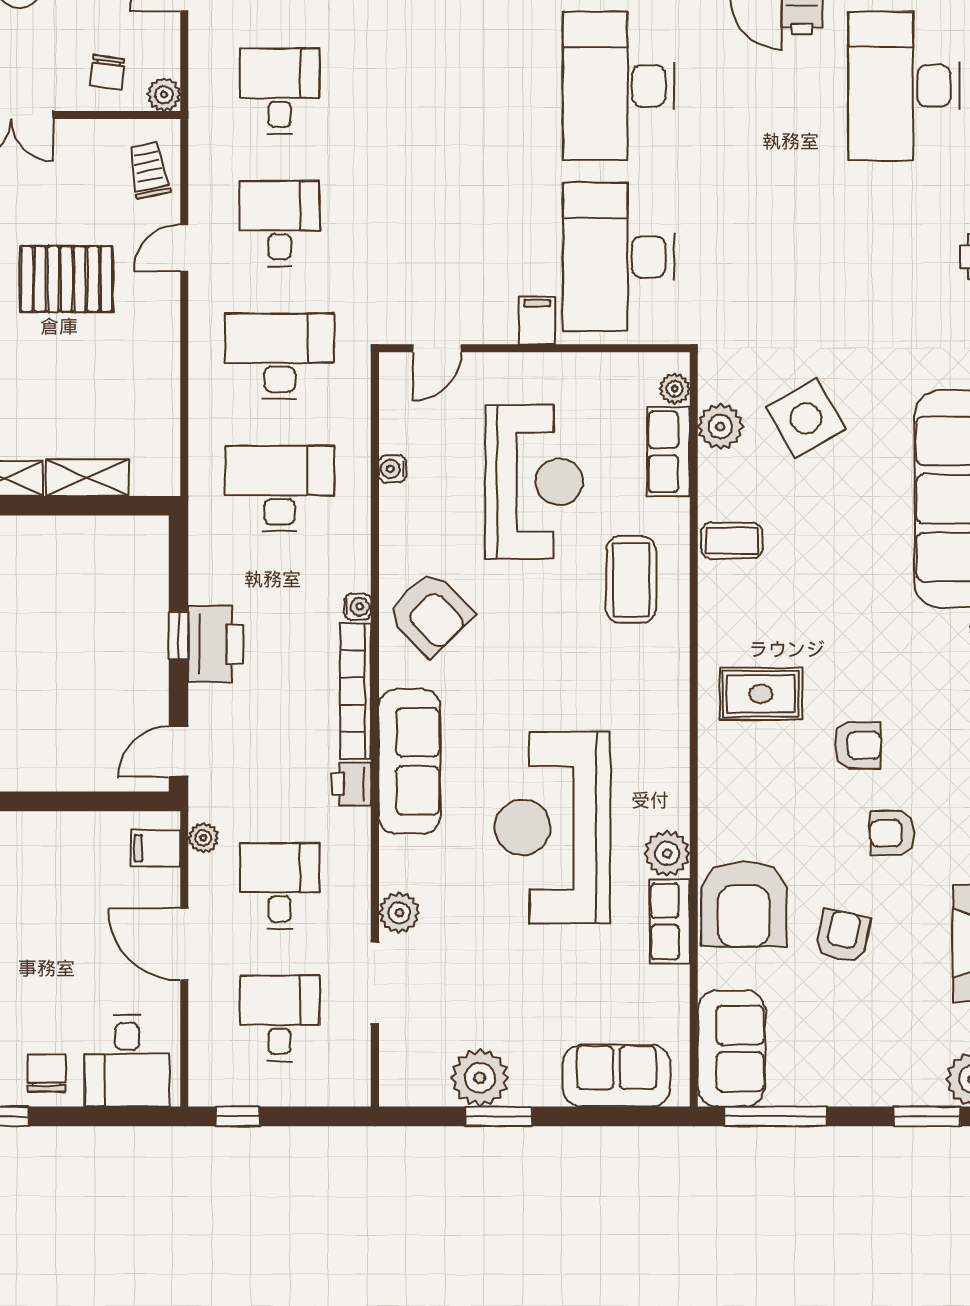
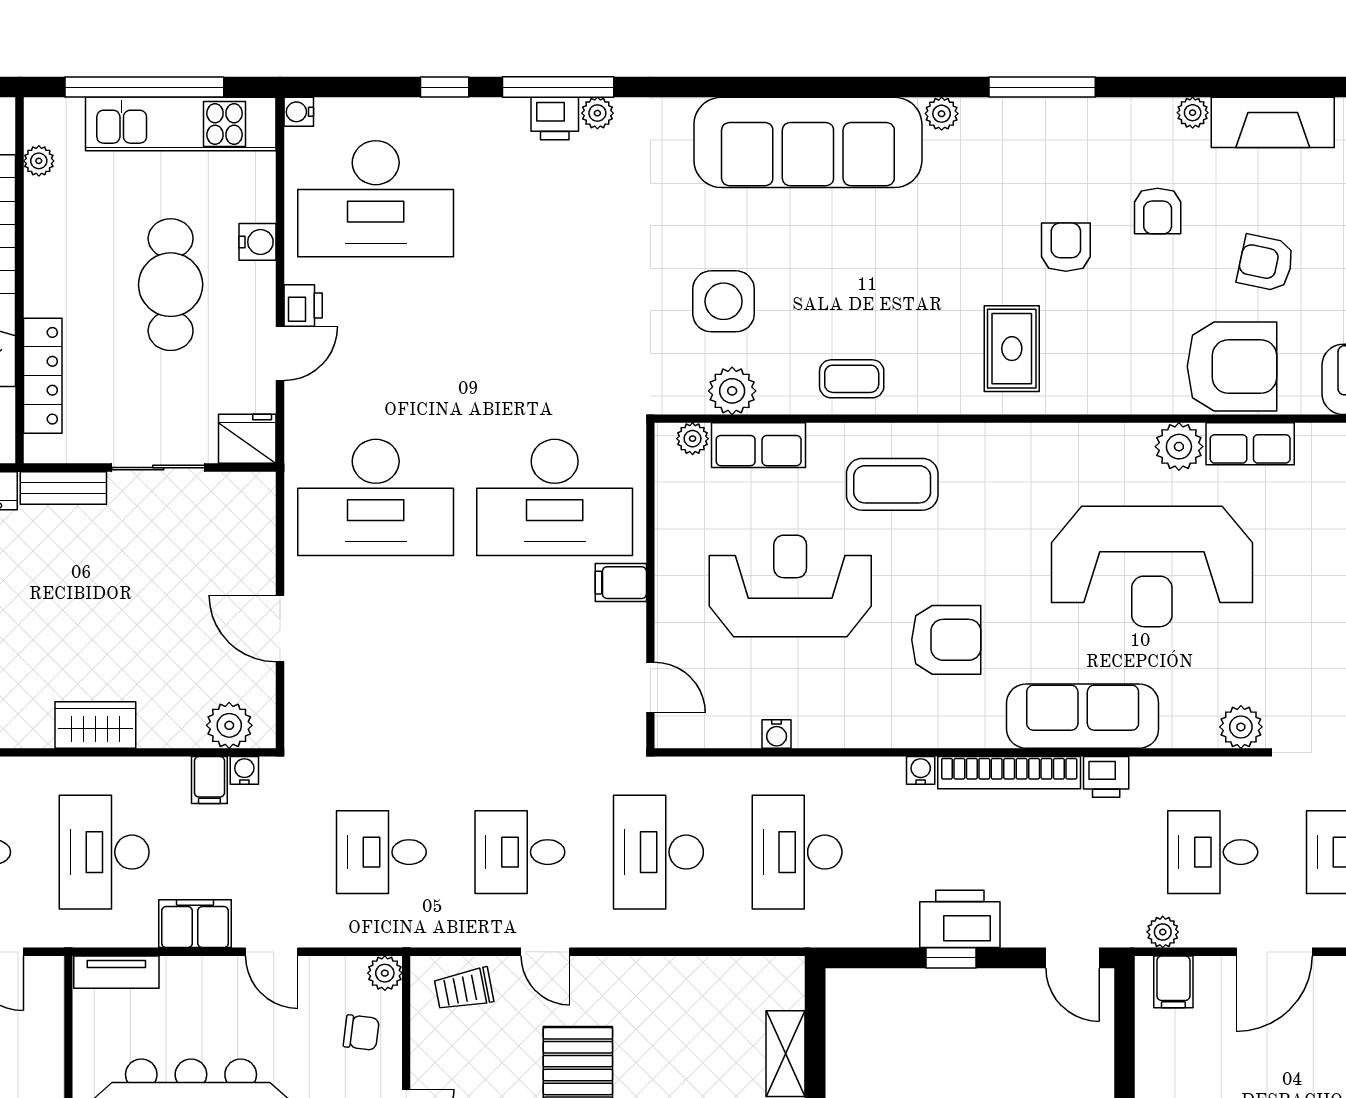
side table: (806, 418) -> (724, 301), turned 30
coffee table: (732, 541) -> (852, 379), turned 90
armchair: (430, 613) -> (946, 640), moved, turned 44

